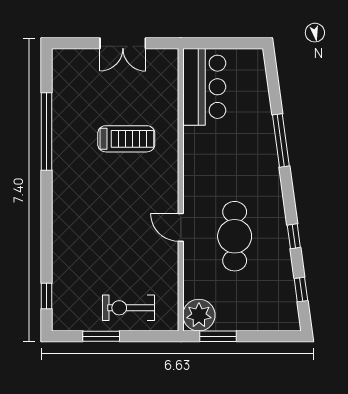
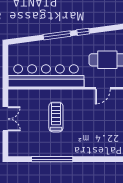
bar counter: (204, 87) -> (46, 76), width x1.86
window: (294, 236) -> (83, 32), moved

